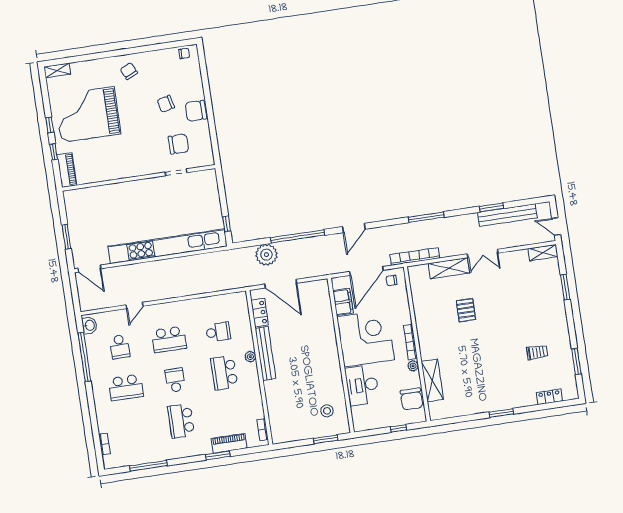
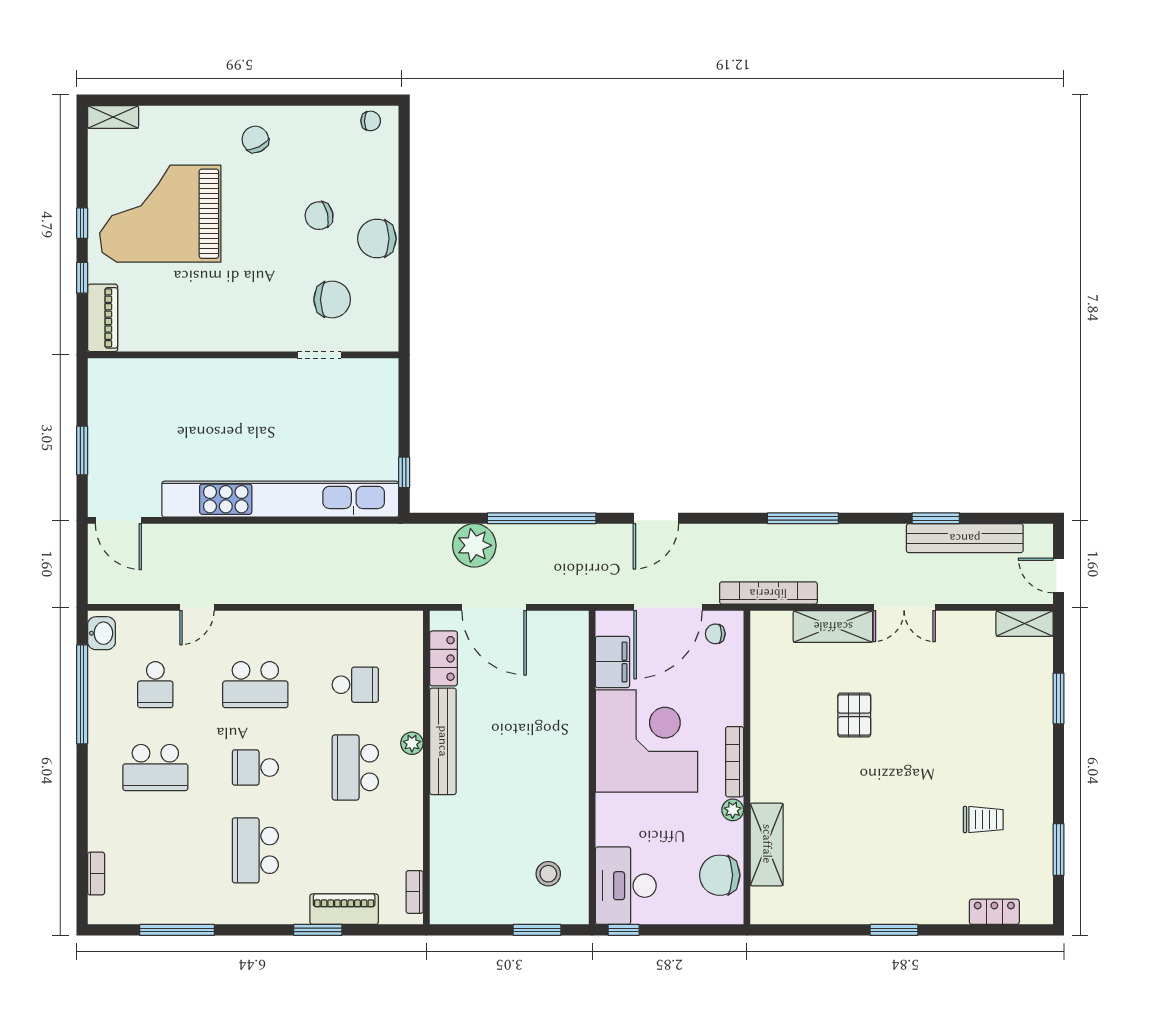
school desk: (175, 380) -> (255, 768), turned -90
desk: (362, 385) -> (626, 886), moved
chair: (412, 399) -> (720, 875), turned 90
window: (398, 428) -> (624, 930), moved

